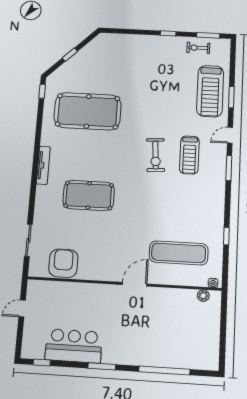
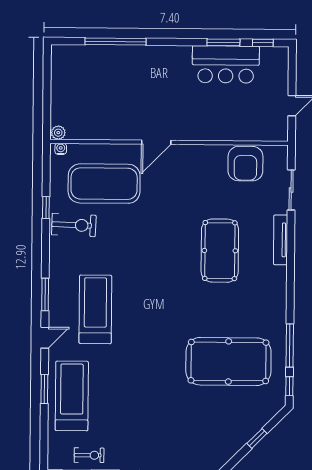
window: (39, 121) -> (290, 346), added
exercise bike: (155, 155) -> (74, 225), moved, turned 96
treadmill: (189, 155) -> (95, 309), width x1.37, depth x1.38
tv unit: (43, 165) -> (280, 240), moved
pool table: (89, 195) -> (220, 251), turned 90
exercise mat: (179, 253) -> (104, 184), width x1.47
plant: (203, 296) -> (58, 133), moved
window: (102, 366) -> (223, 42), moved

